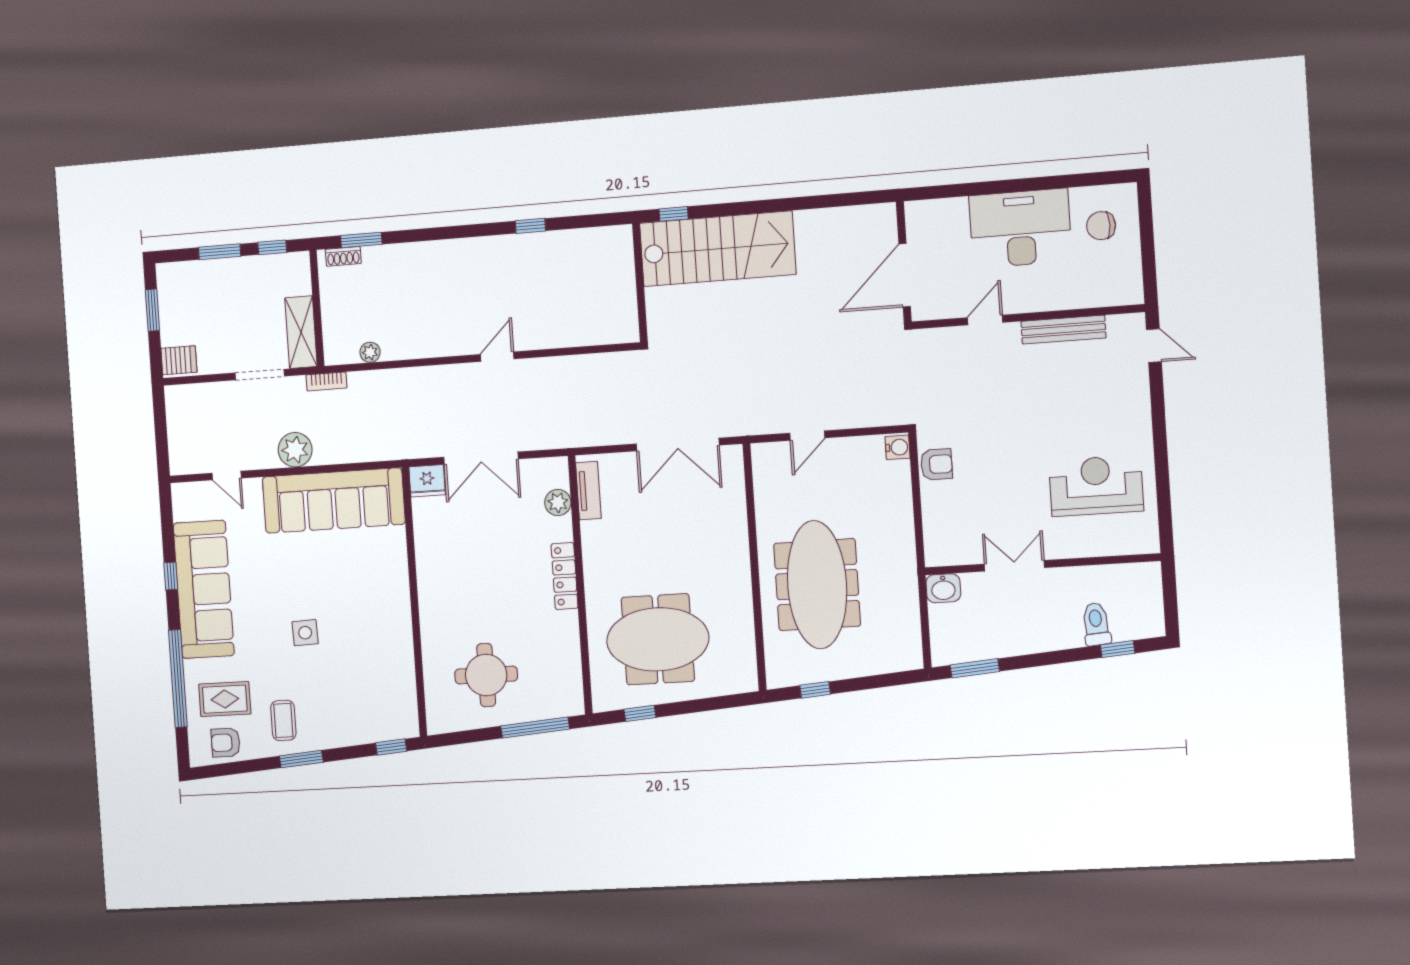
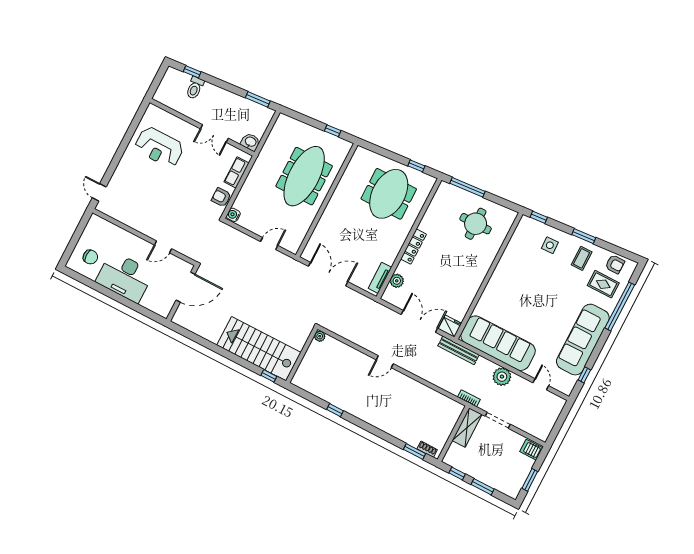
bench: (1063, 330) -> (459, 350), moved
plant: (370, 352) -> (320, 336), moved
row of seats: (936, 522) -> (237, 172), added
window: (171, 576) -> (584, 375), moved
side table: (305, 633) -> (550, 245), moved
meeting table: (658, 639) -> (389, 194), turned 90

